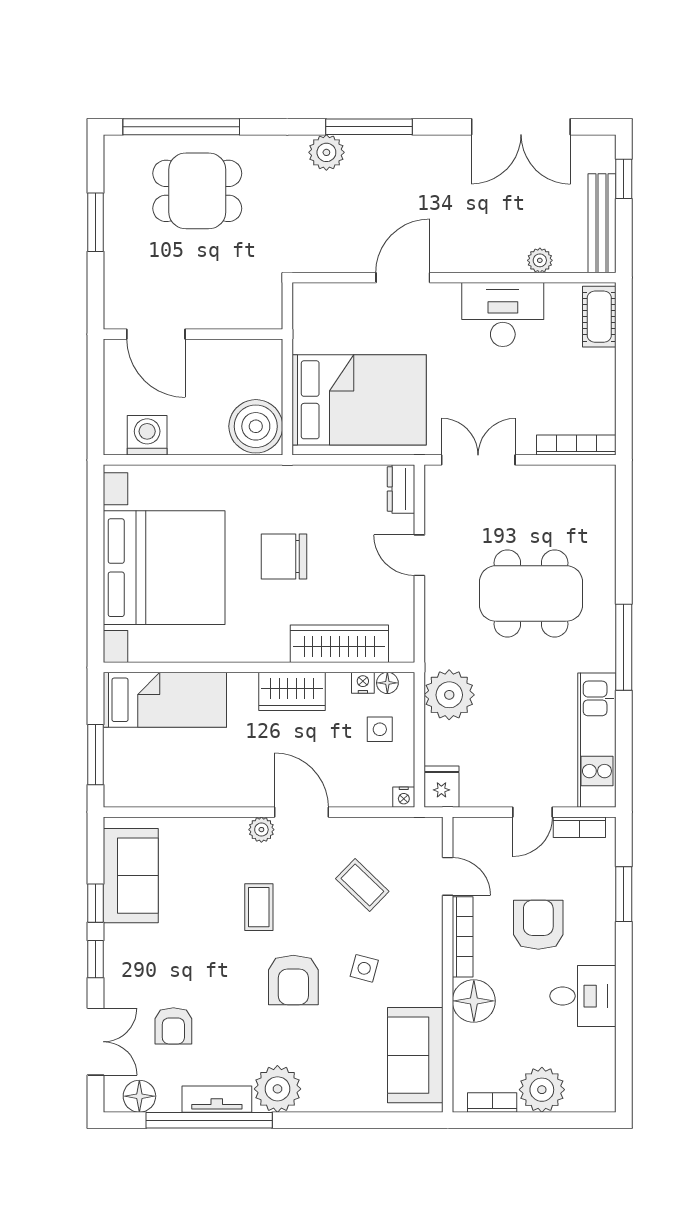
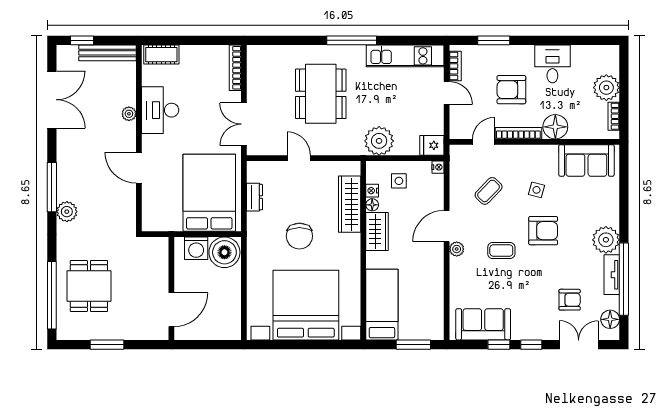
plant: (540, 260) -> (129, 114), moved
washing machine: (147, 435) -> (196, 248), moved, turned -90
dresser: (401, 489) -> (254, 197), moved, turned -90
door: (419, 555) -> (299, 158), swing flipped
floor lamp: (387, 683) -> (372, 205), moved

